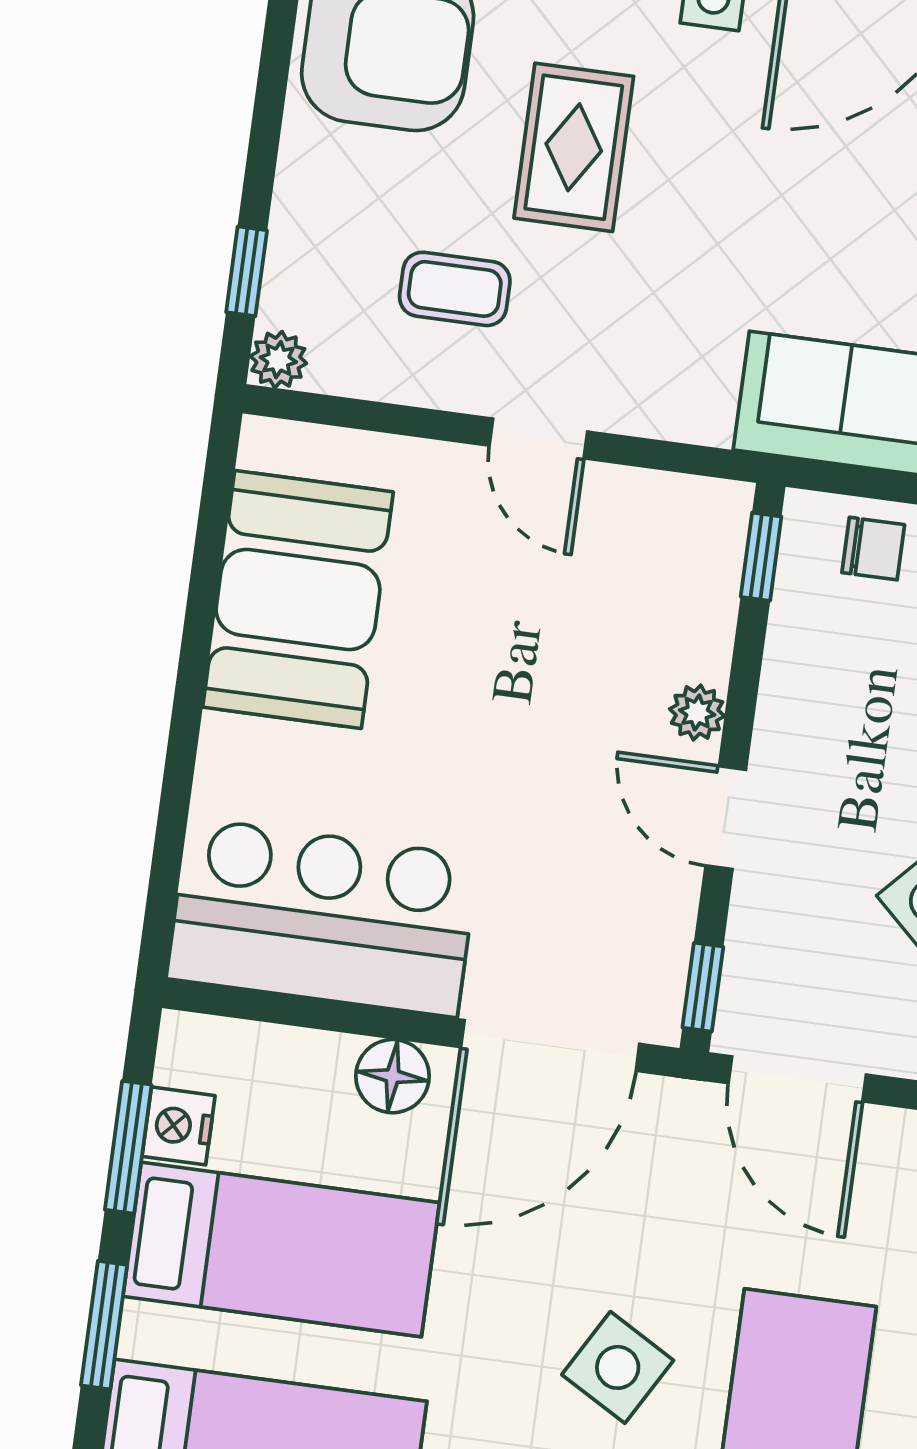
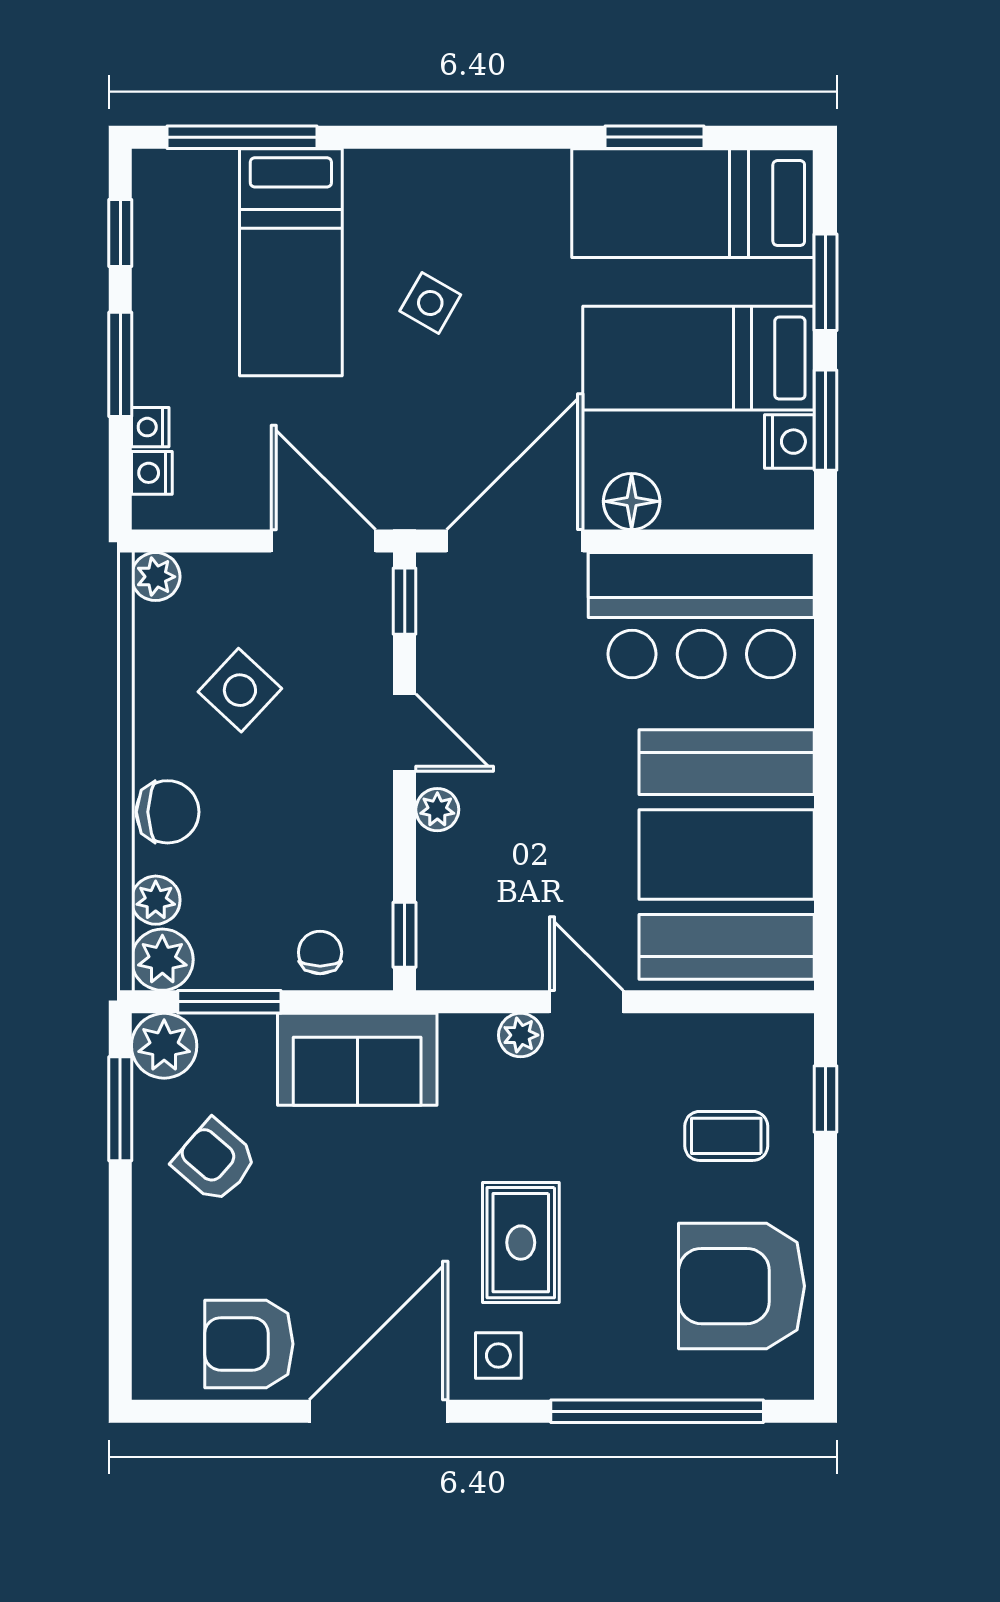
rug: (574, 147) -> (521, 1243), moved
coffee table: (455, 289) -> (726, 1136), moved
plant: (278, 360) -> (521, 1035), moved
chair: (873, 549) -> (320, 952), turned 90
booth: (298, 599) -> (727, 855), width x1.36, depth x1.42
side table: (618, 1367) -> (430, 303), width x0.73, depth x0.73

